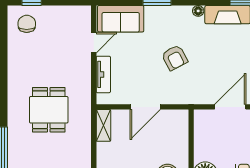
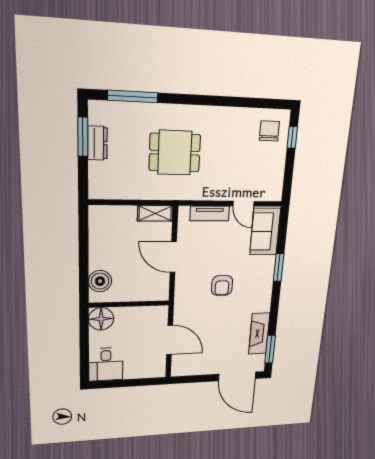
floor lamp: (198, 11) -> (265, 307), removed
chair: (27, 24) -> (269, 131), turned -90
armchair: (175, 58) -> (222, 285), turned -62

